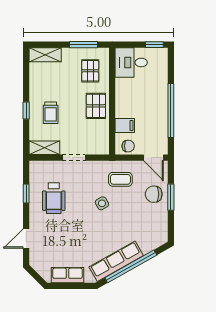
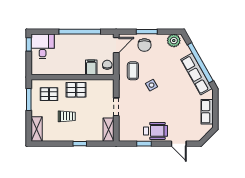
desk: (131, 62) -> (43, 46), moved, turned 180
trolley: (51, 113) -> (67, 116), moved
wheelchair: (54, 198) -> (156, 131), moved
plant: (159, 232) -> (174, 41), added

